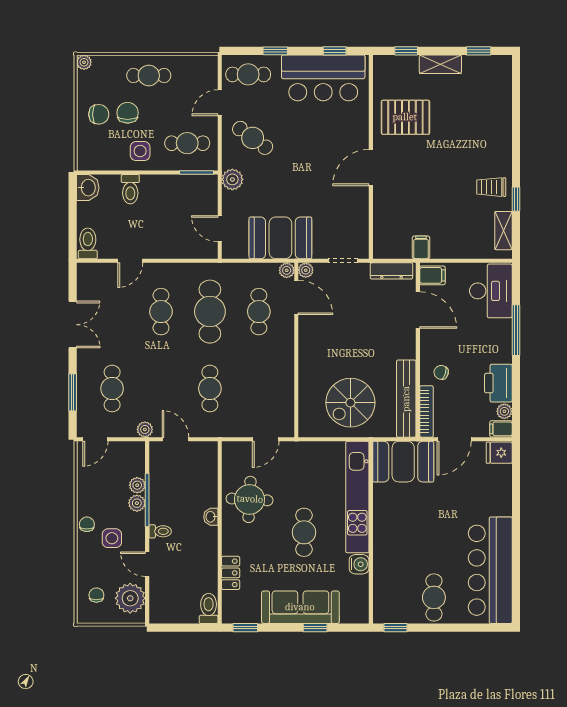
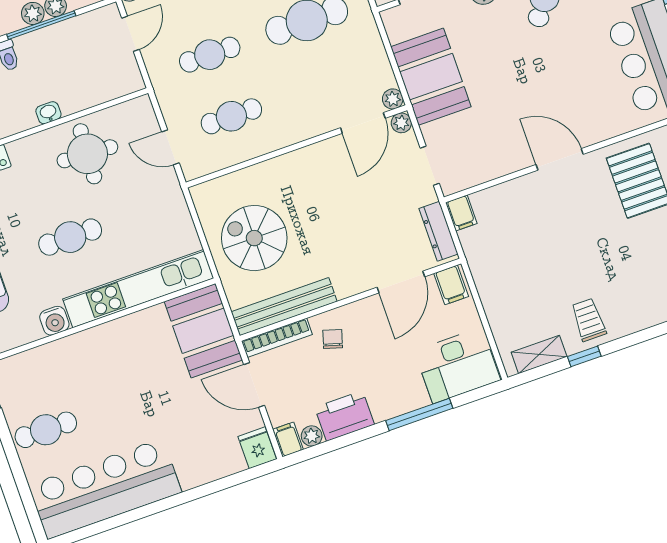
filing cabinet: (421, 247) -> (461, 213), moved, turned 90
cafe table: (259, 312) -> (231, 116), moved

